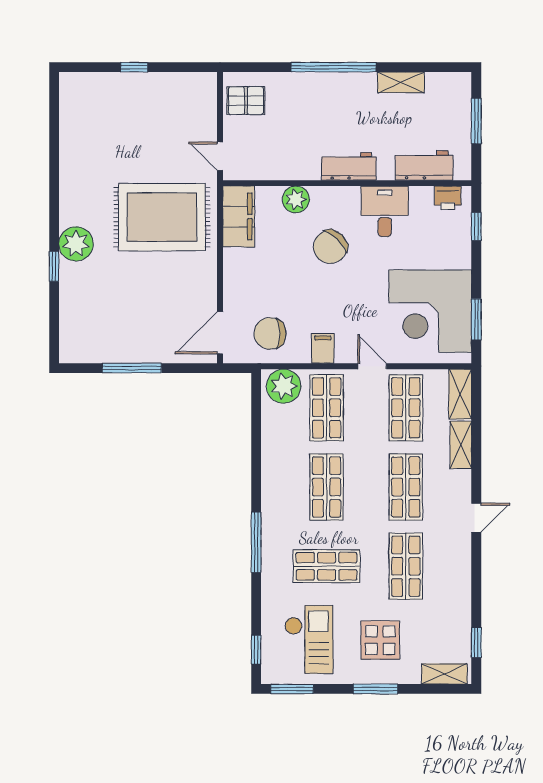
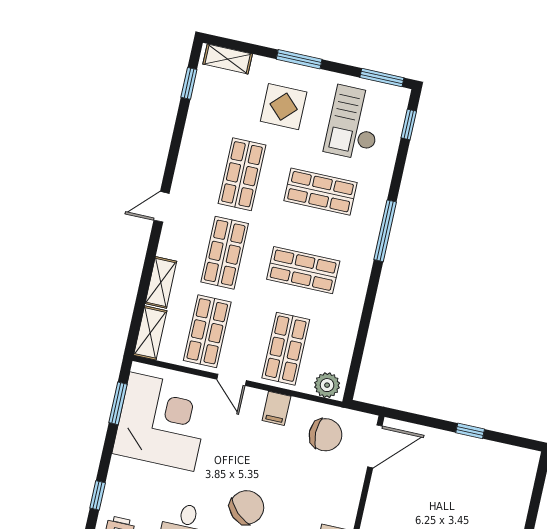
window: (132, 368) -> (470, 431), width x0.46
plant: (284, 386) -> (327, 385), width x0.73, depth x0.73
shop shelf: (327, 487) -> (303, 270), turned 90

